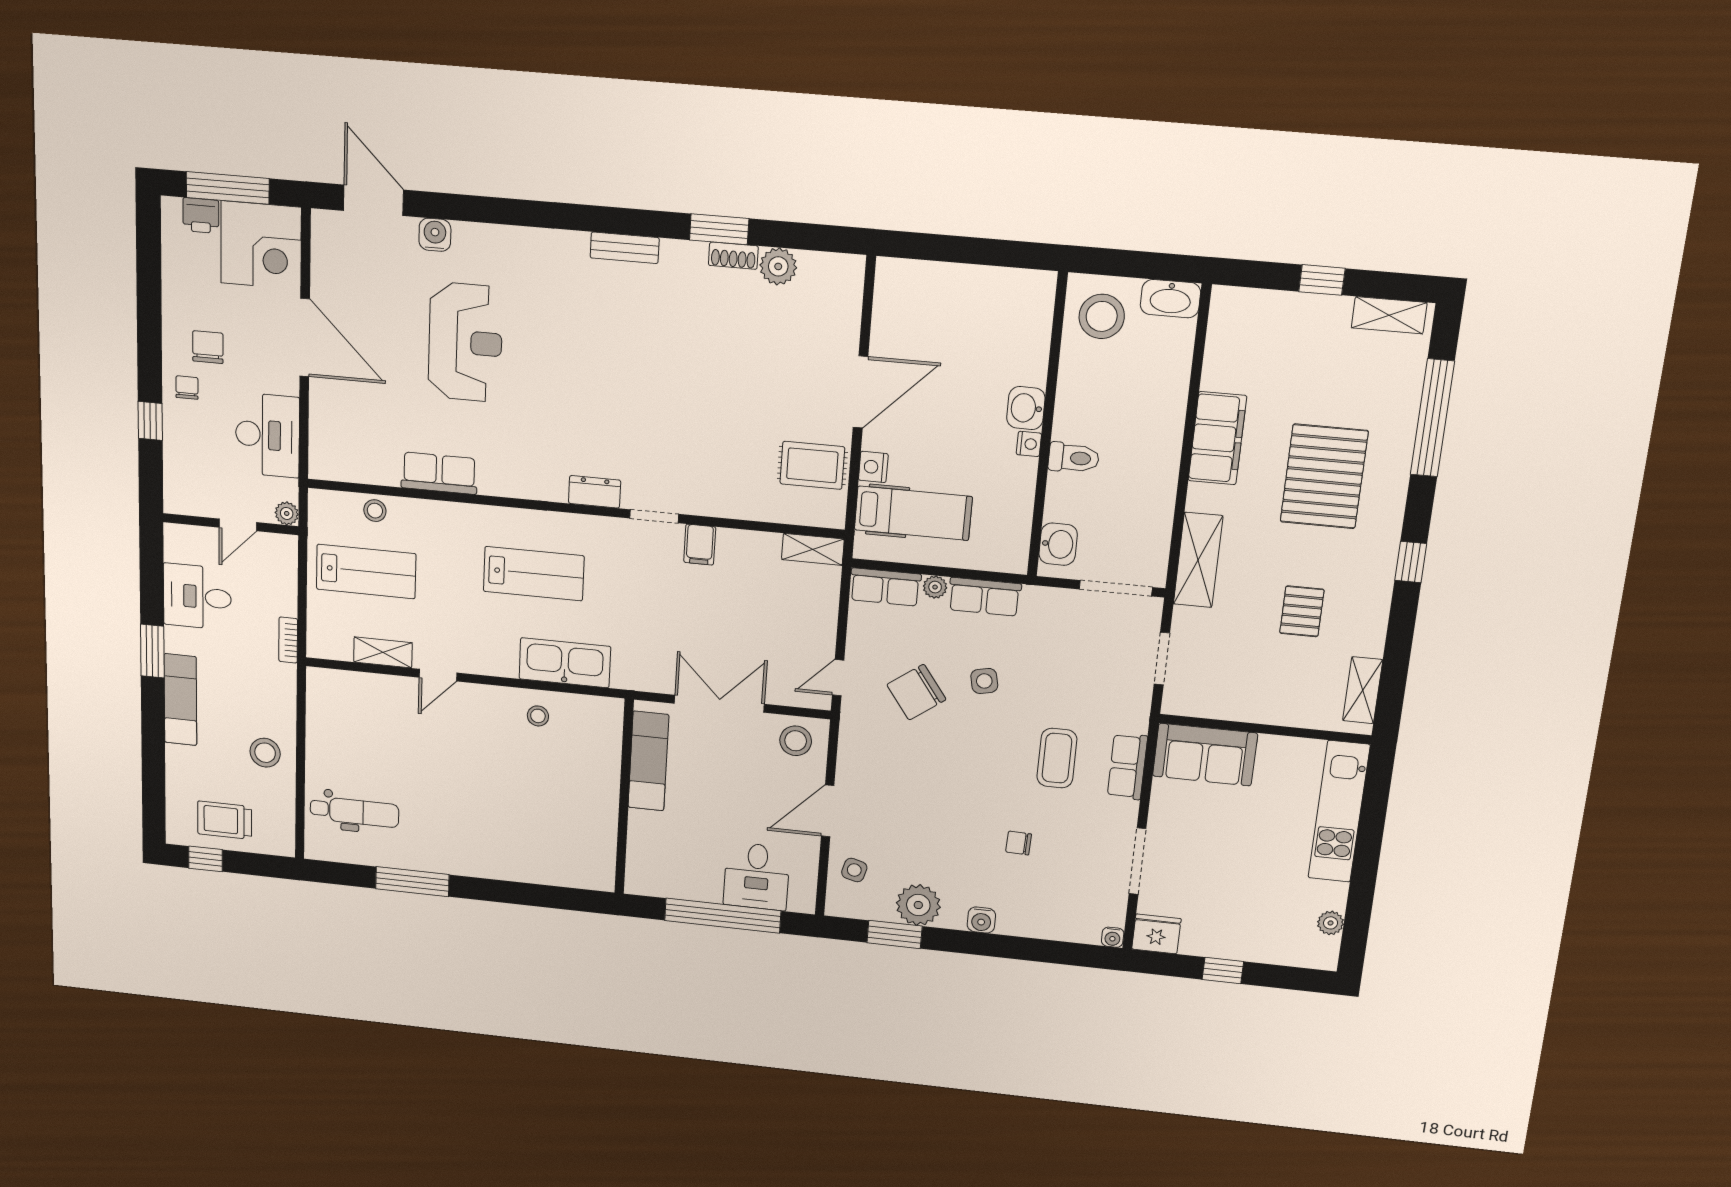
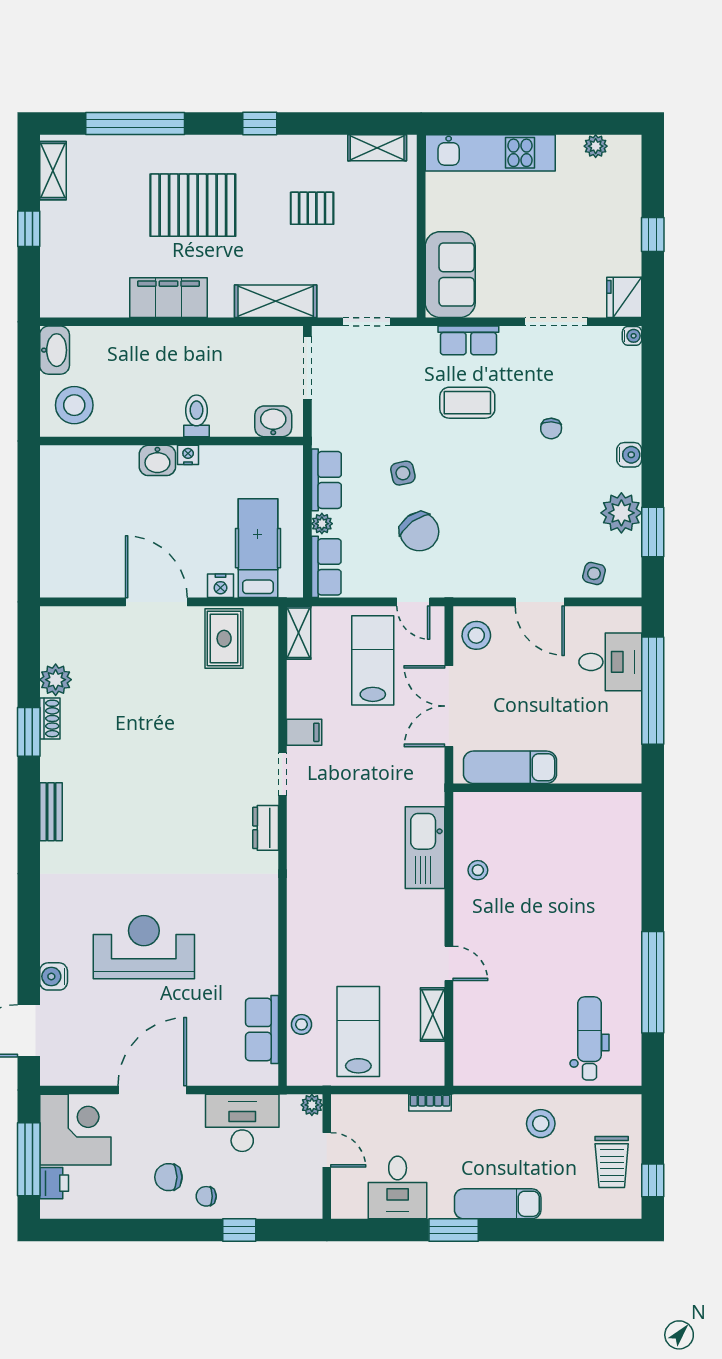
row of seats: (439, 473) -> (262, 1029), moved
lab bench: (534, 574) -> (373, 660), moved
window: (412, 882) -> (653, 982), width x1.46

